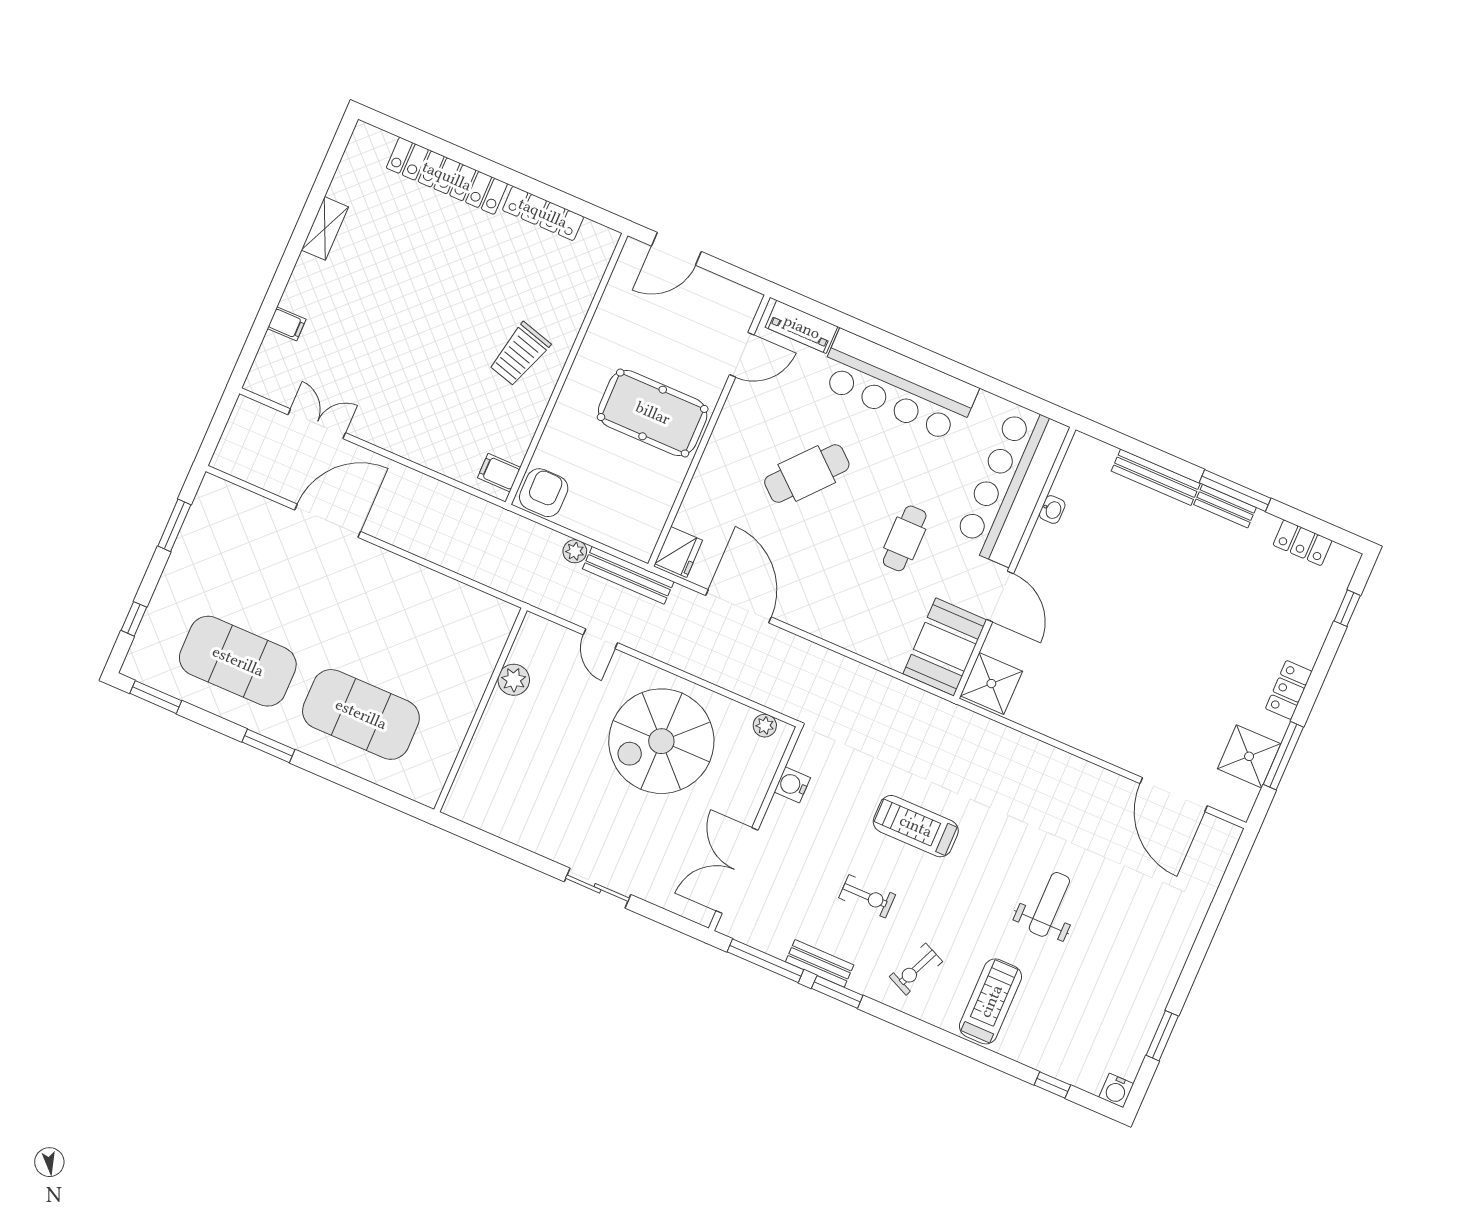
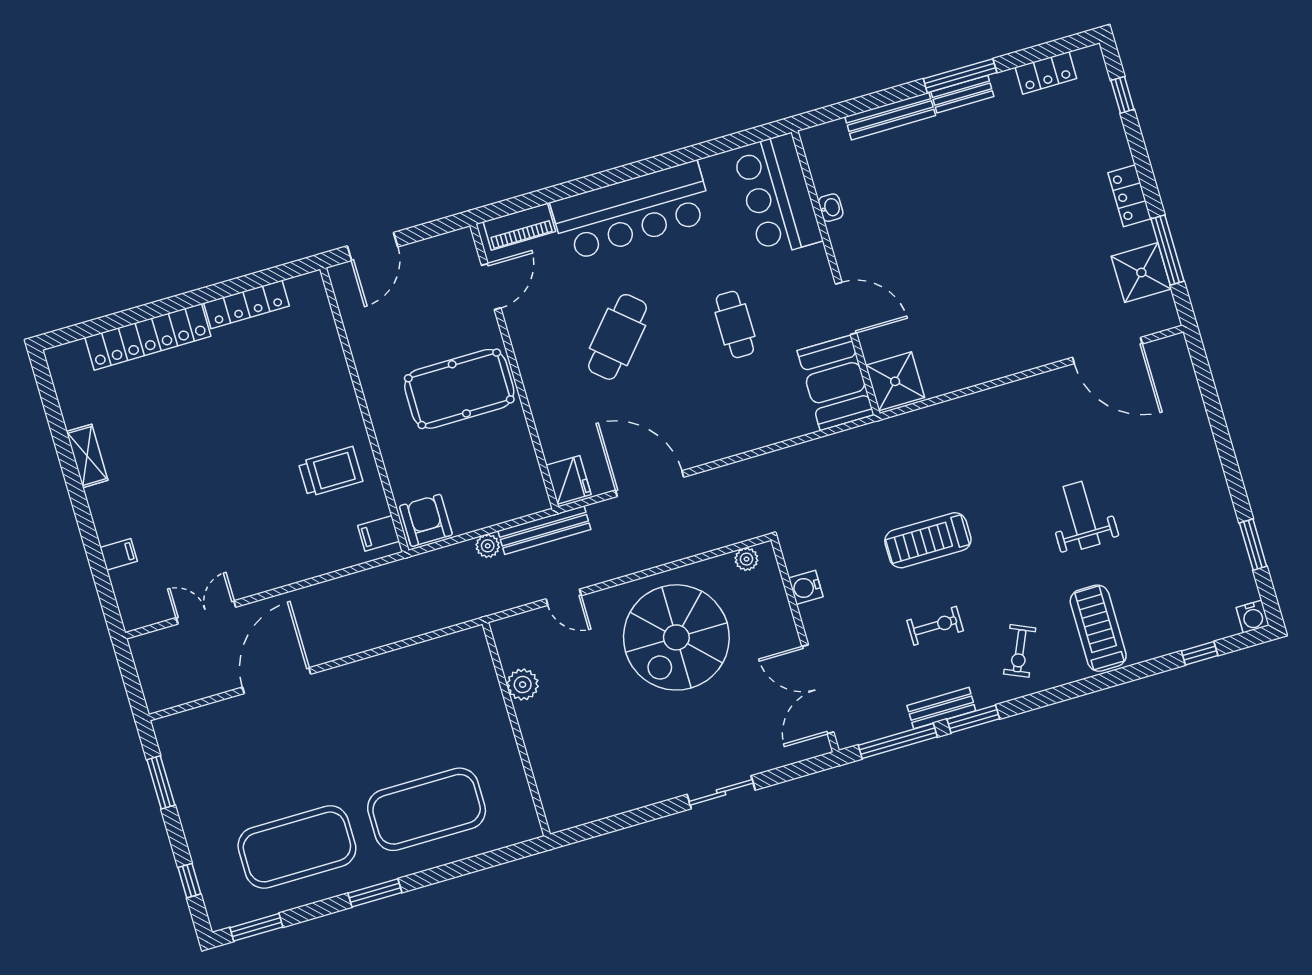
trolley: (520, 354) -> (331, 472), moved, turned -106
bar counter: (1011, 485) -> (777, 195), width x0.73

